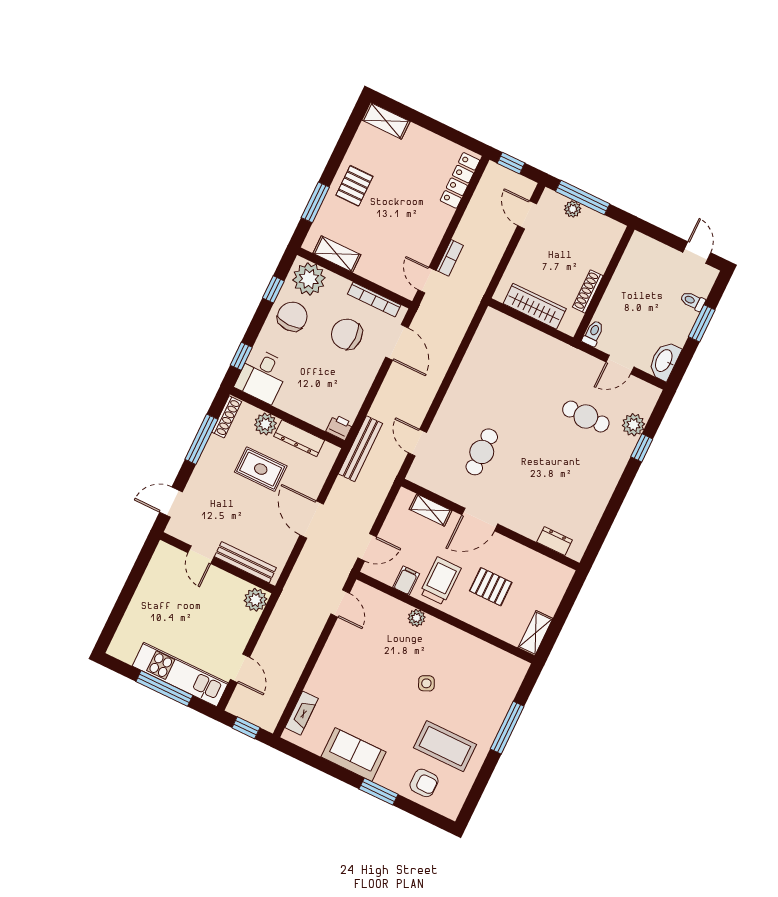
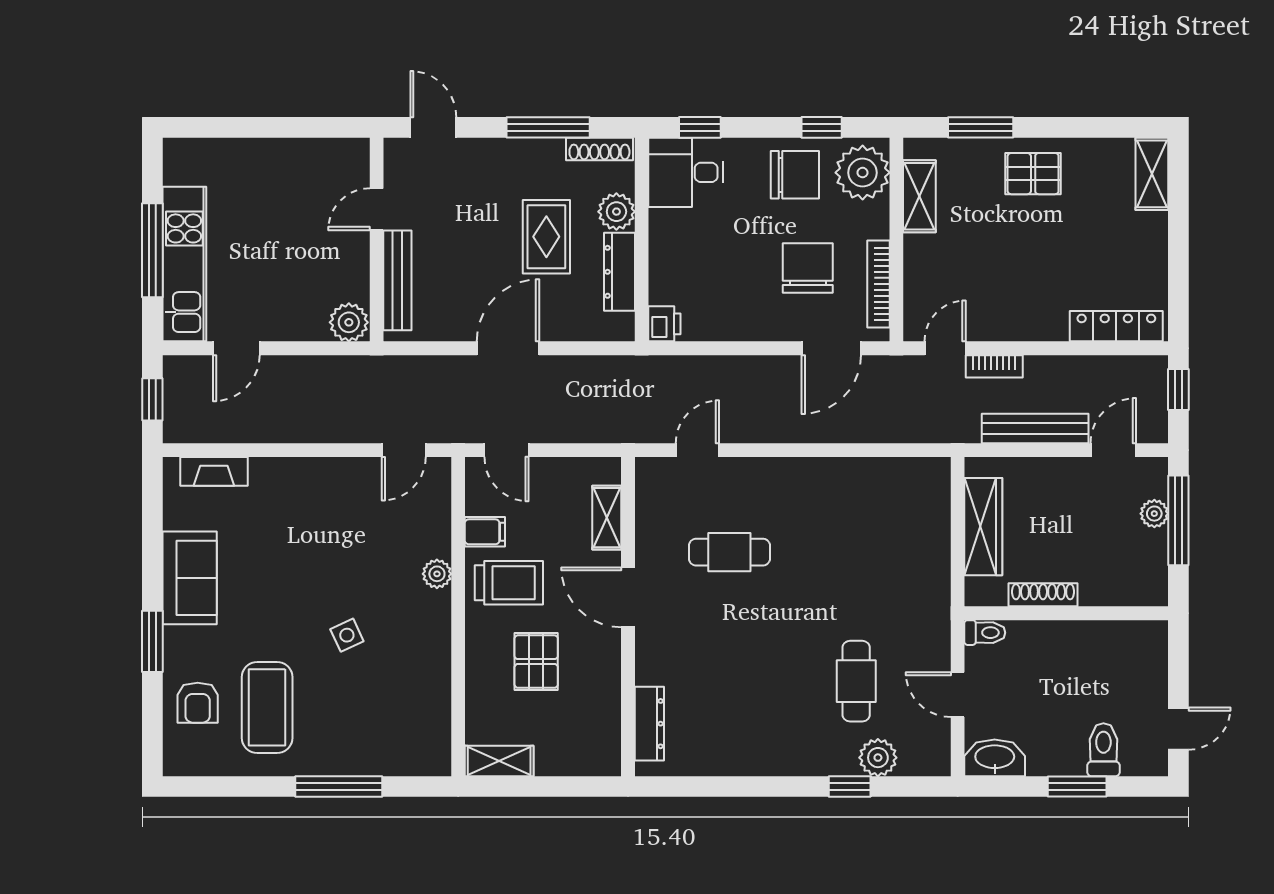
toilet: (693, 301) -> (1103, 750), width x1.37, depth x1.39
bench: (360, 449) -> (1035, 428), moved
dresser: (555, 541) -> (649, 724), width x1.44

